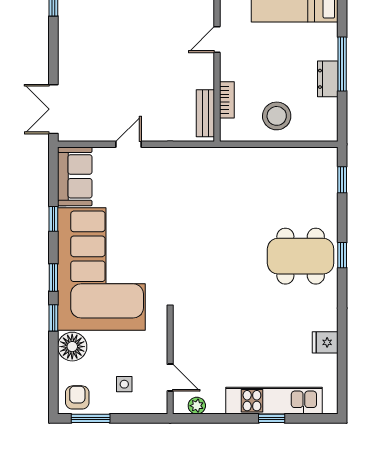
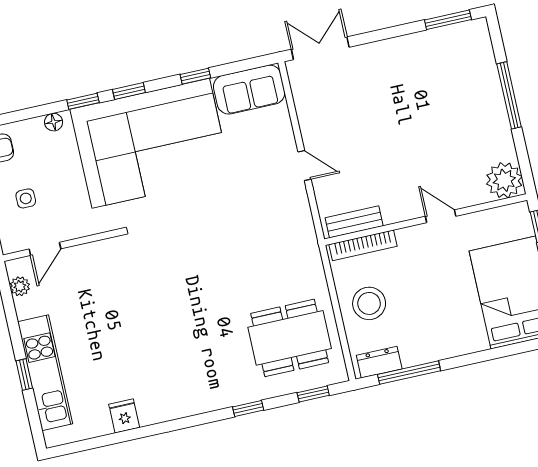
window: (342, 64) -> (409, 373), moved
dresser: (328, 79) -> (379, 362), moved
bookcase: (227, 100) -> (363, 245), width x1.56
door: (129, 144) -> (304, 166), moved
window: (342, 255) -> (248, 409), moved
dining table: (301, 256) -> (290, 338), moved, turned 90
floor lamp: (72, 347) -> (54, 122), width x0.53, depth x0.53

